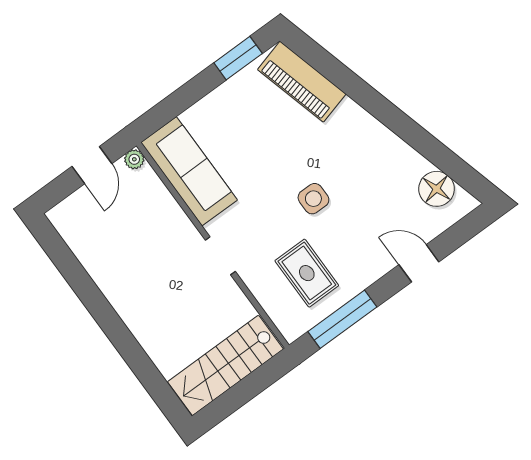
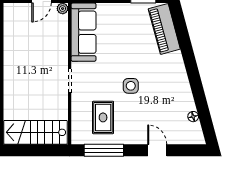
floor lamp: (437, 189) -> (193, 117), width x0.53, depth x0.53

